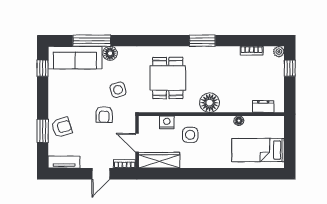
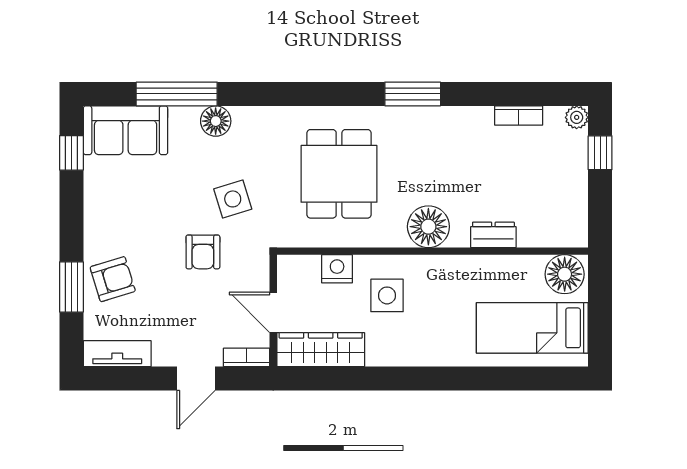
sofa: (75, 58) -> (126, 130), width x0.73
dresser: (263, 106) -> (493, 235), moved
floor lamp: (239, 121) -> (565, 274), moved, width x1.89, depth x1.89

